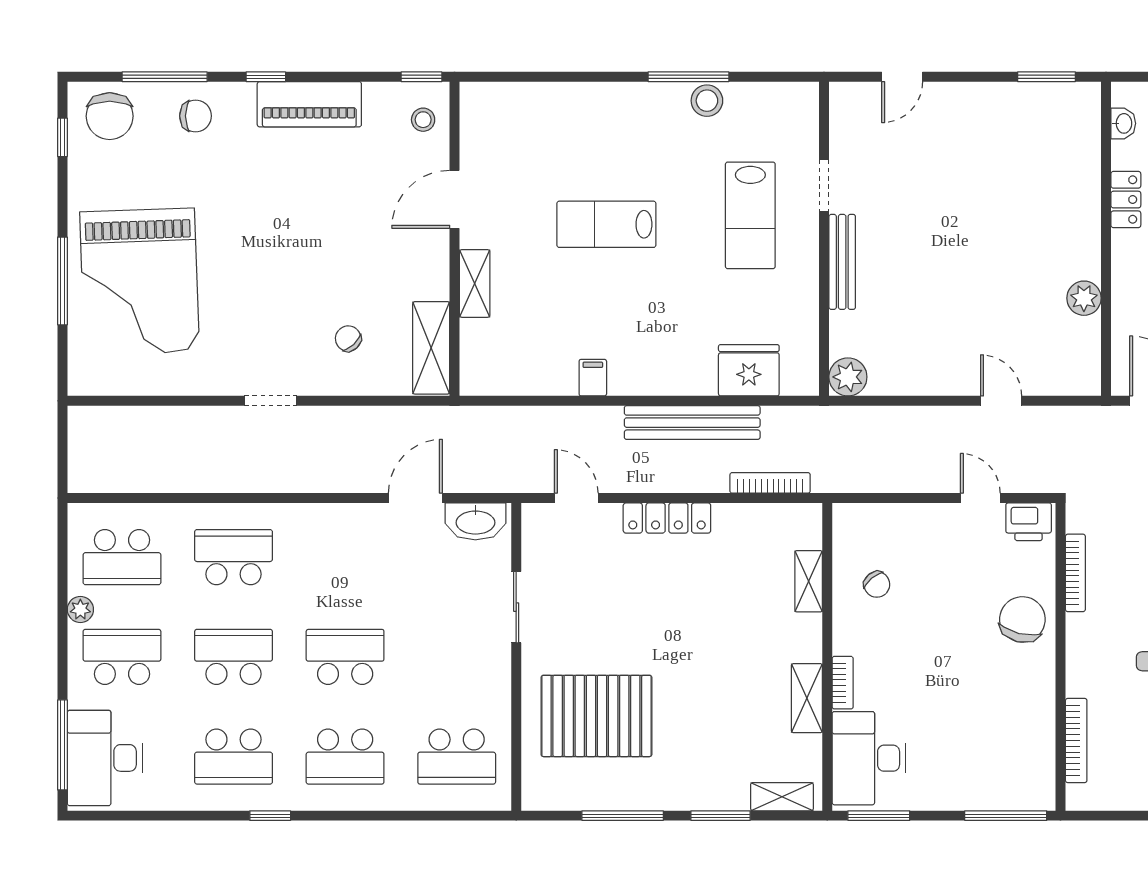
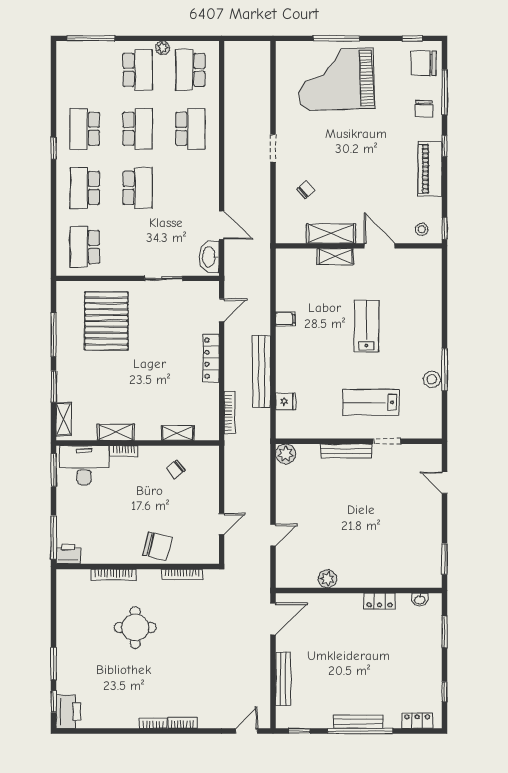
shelving: (431, 348) -> (331, 233), moved
fridge: (749, 370) -> (286, 402), width x0.53, depth x0.75
printer: (1029, 522) -> (68, 554), moved, turned 90
bookcase: (1076, 740) -> (113, 575), moved
desk: (105, 758) -> (84, 61), removed

